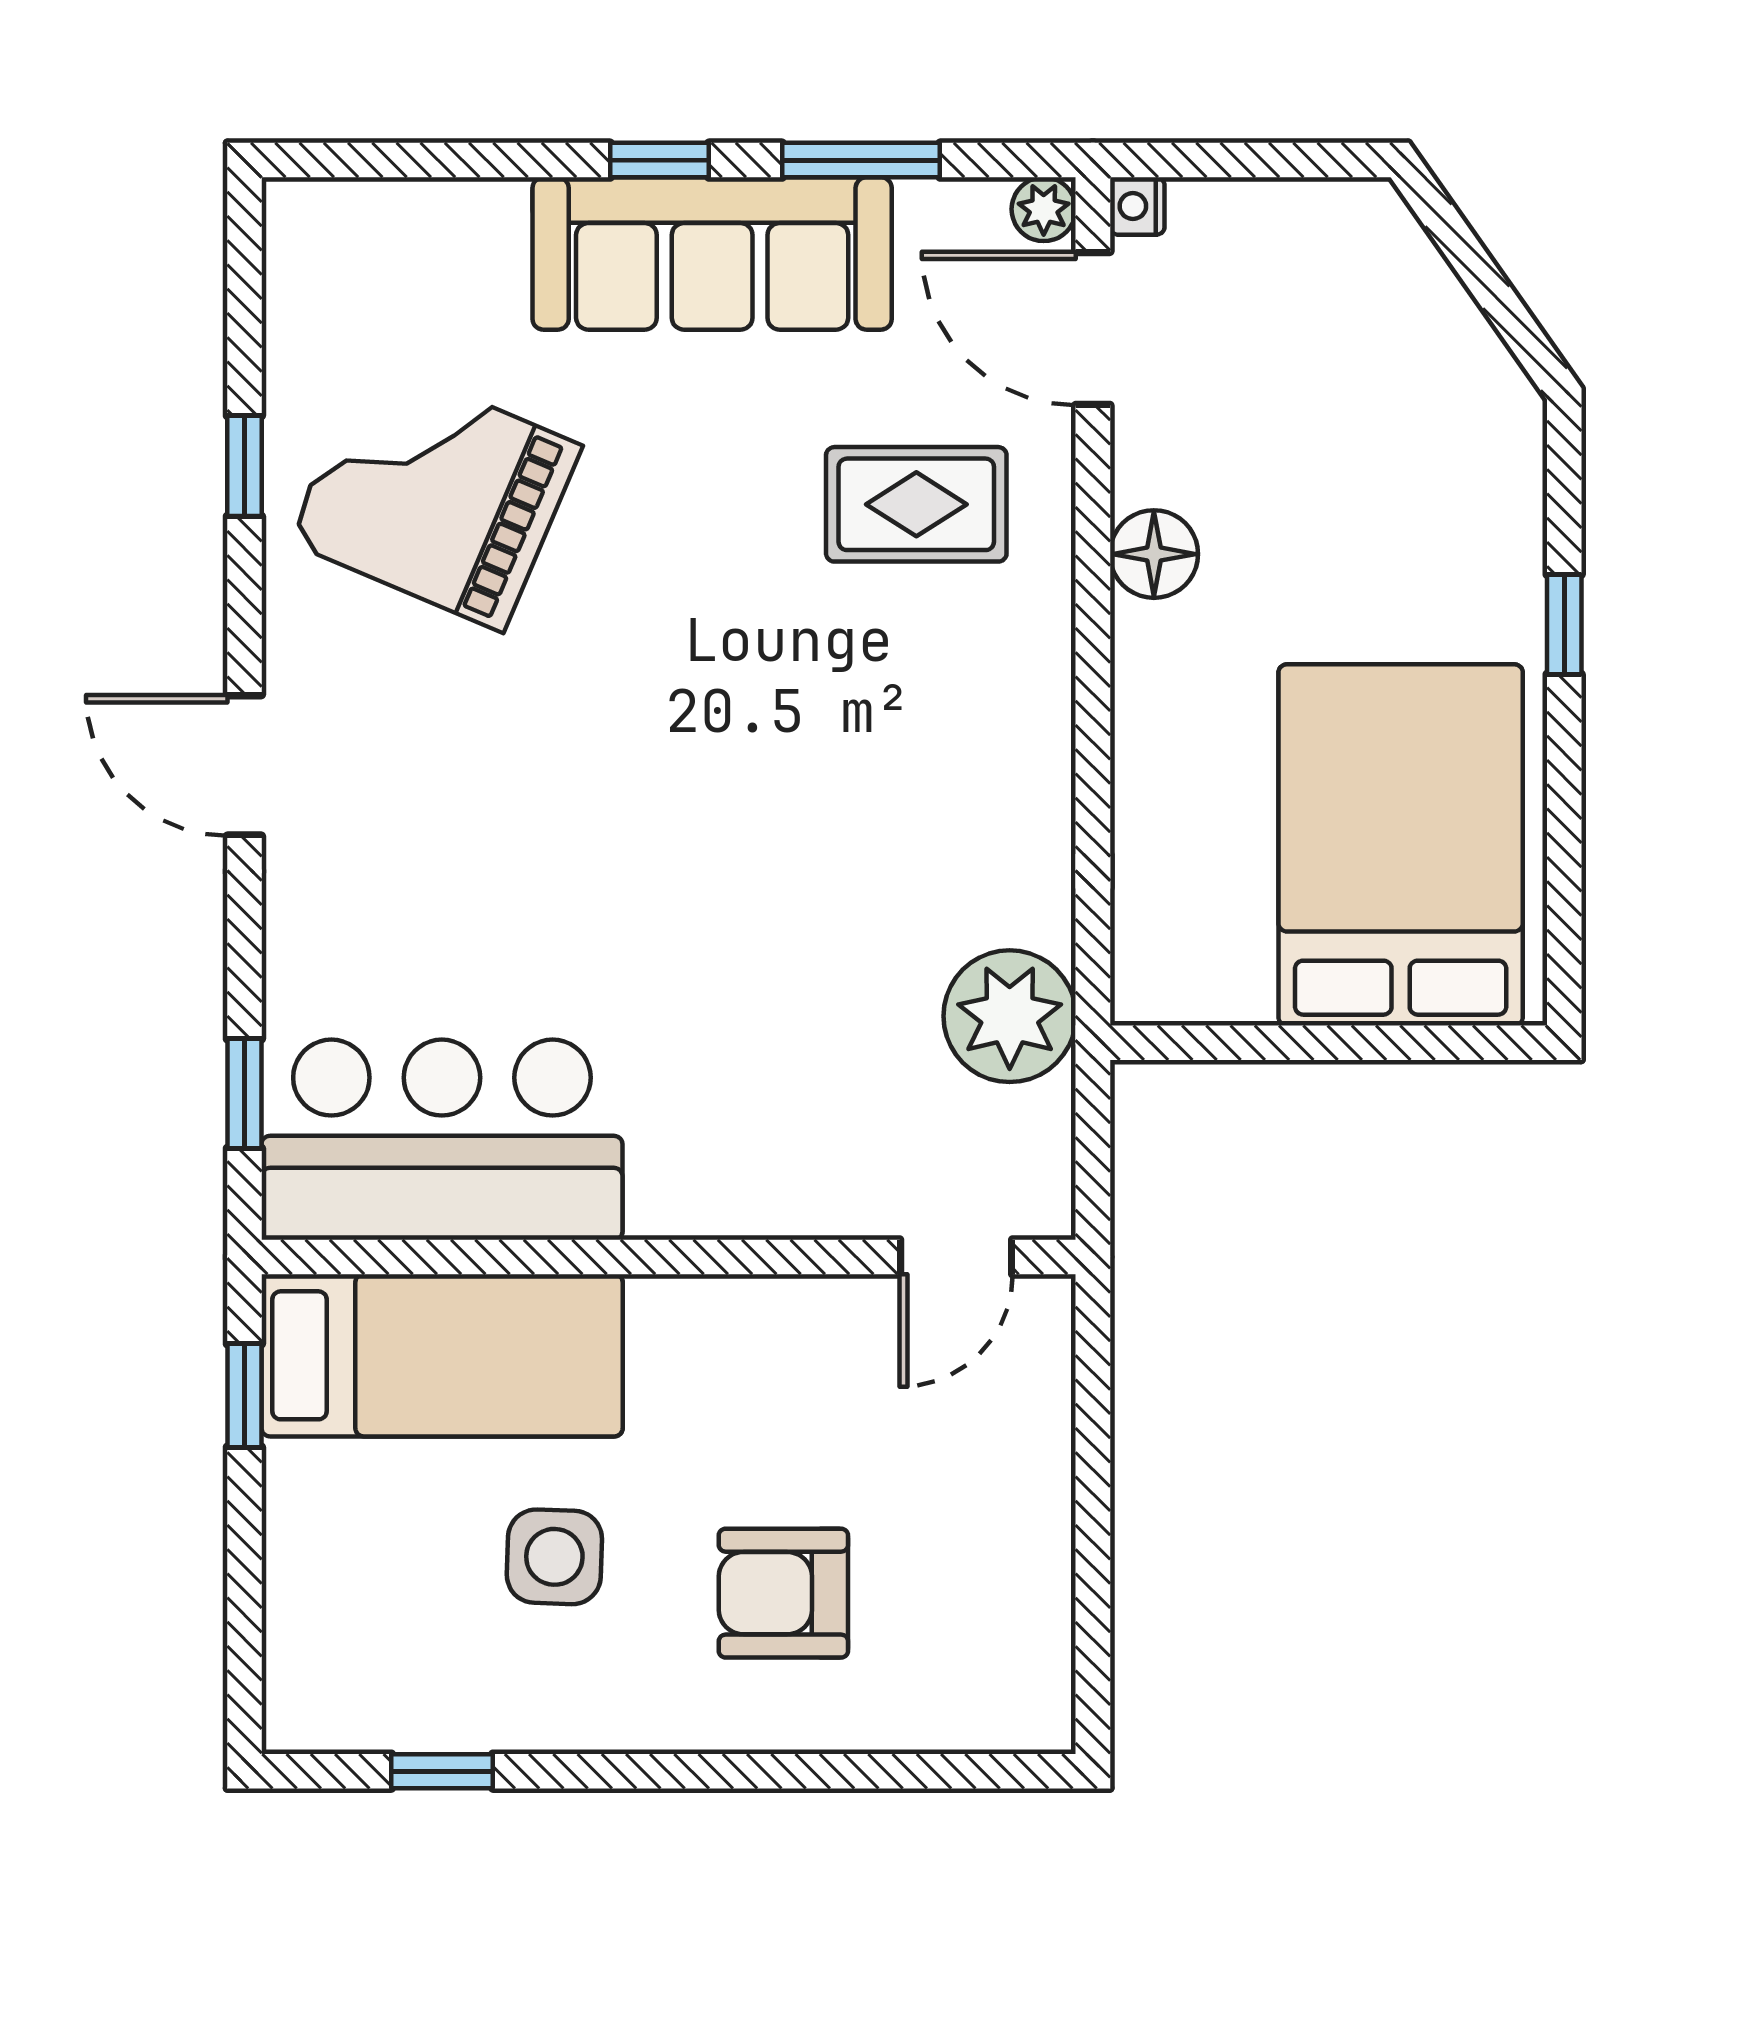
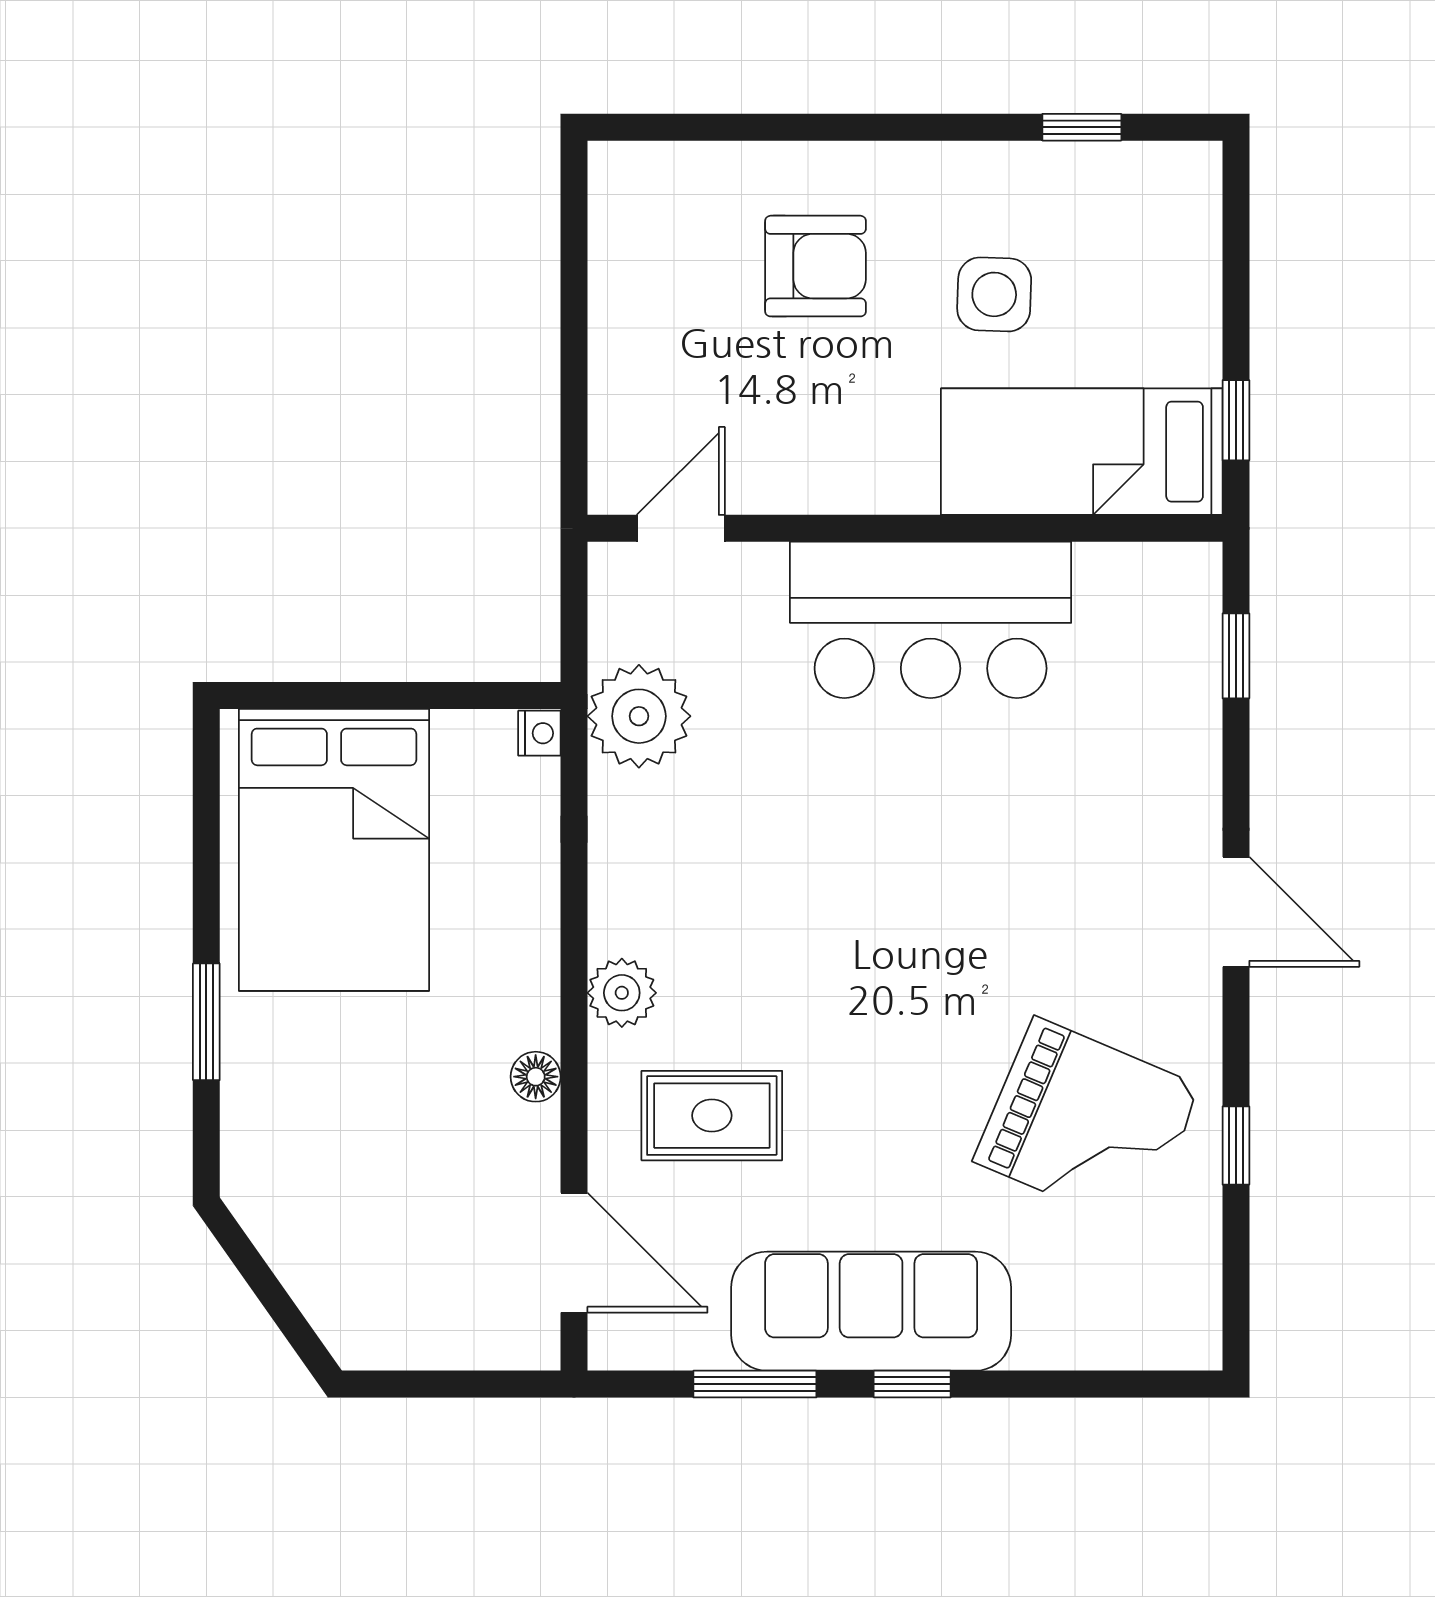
nightstand: (1137, 206) -> (539, 733), moved
plant: (1044, 209) -> (622, 993), moved, width x1.38, depth x1.38
floor lamp: (1154, 554) -> (536, 1077), width x0.73, depth x0.73
window: (1564, 624) -> (206, 1022), width x1.50
bar counter: (442, 1140) -> (931, 620), moved

